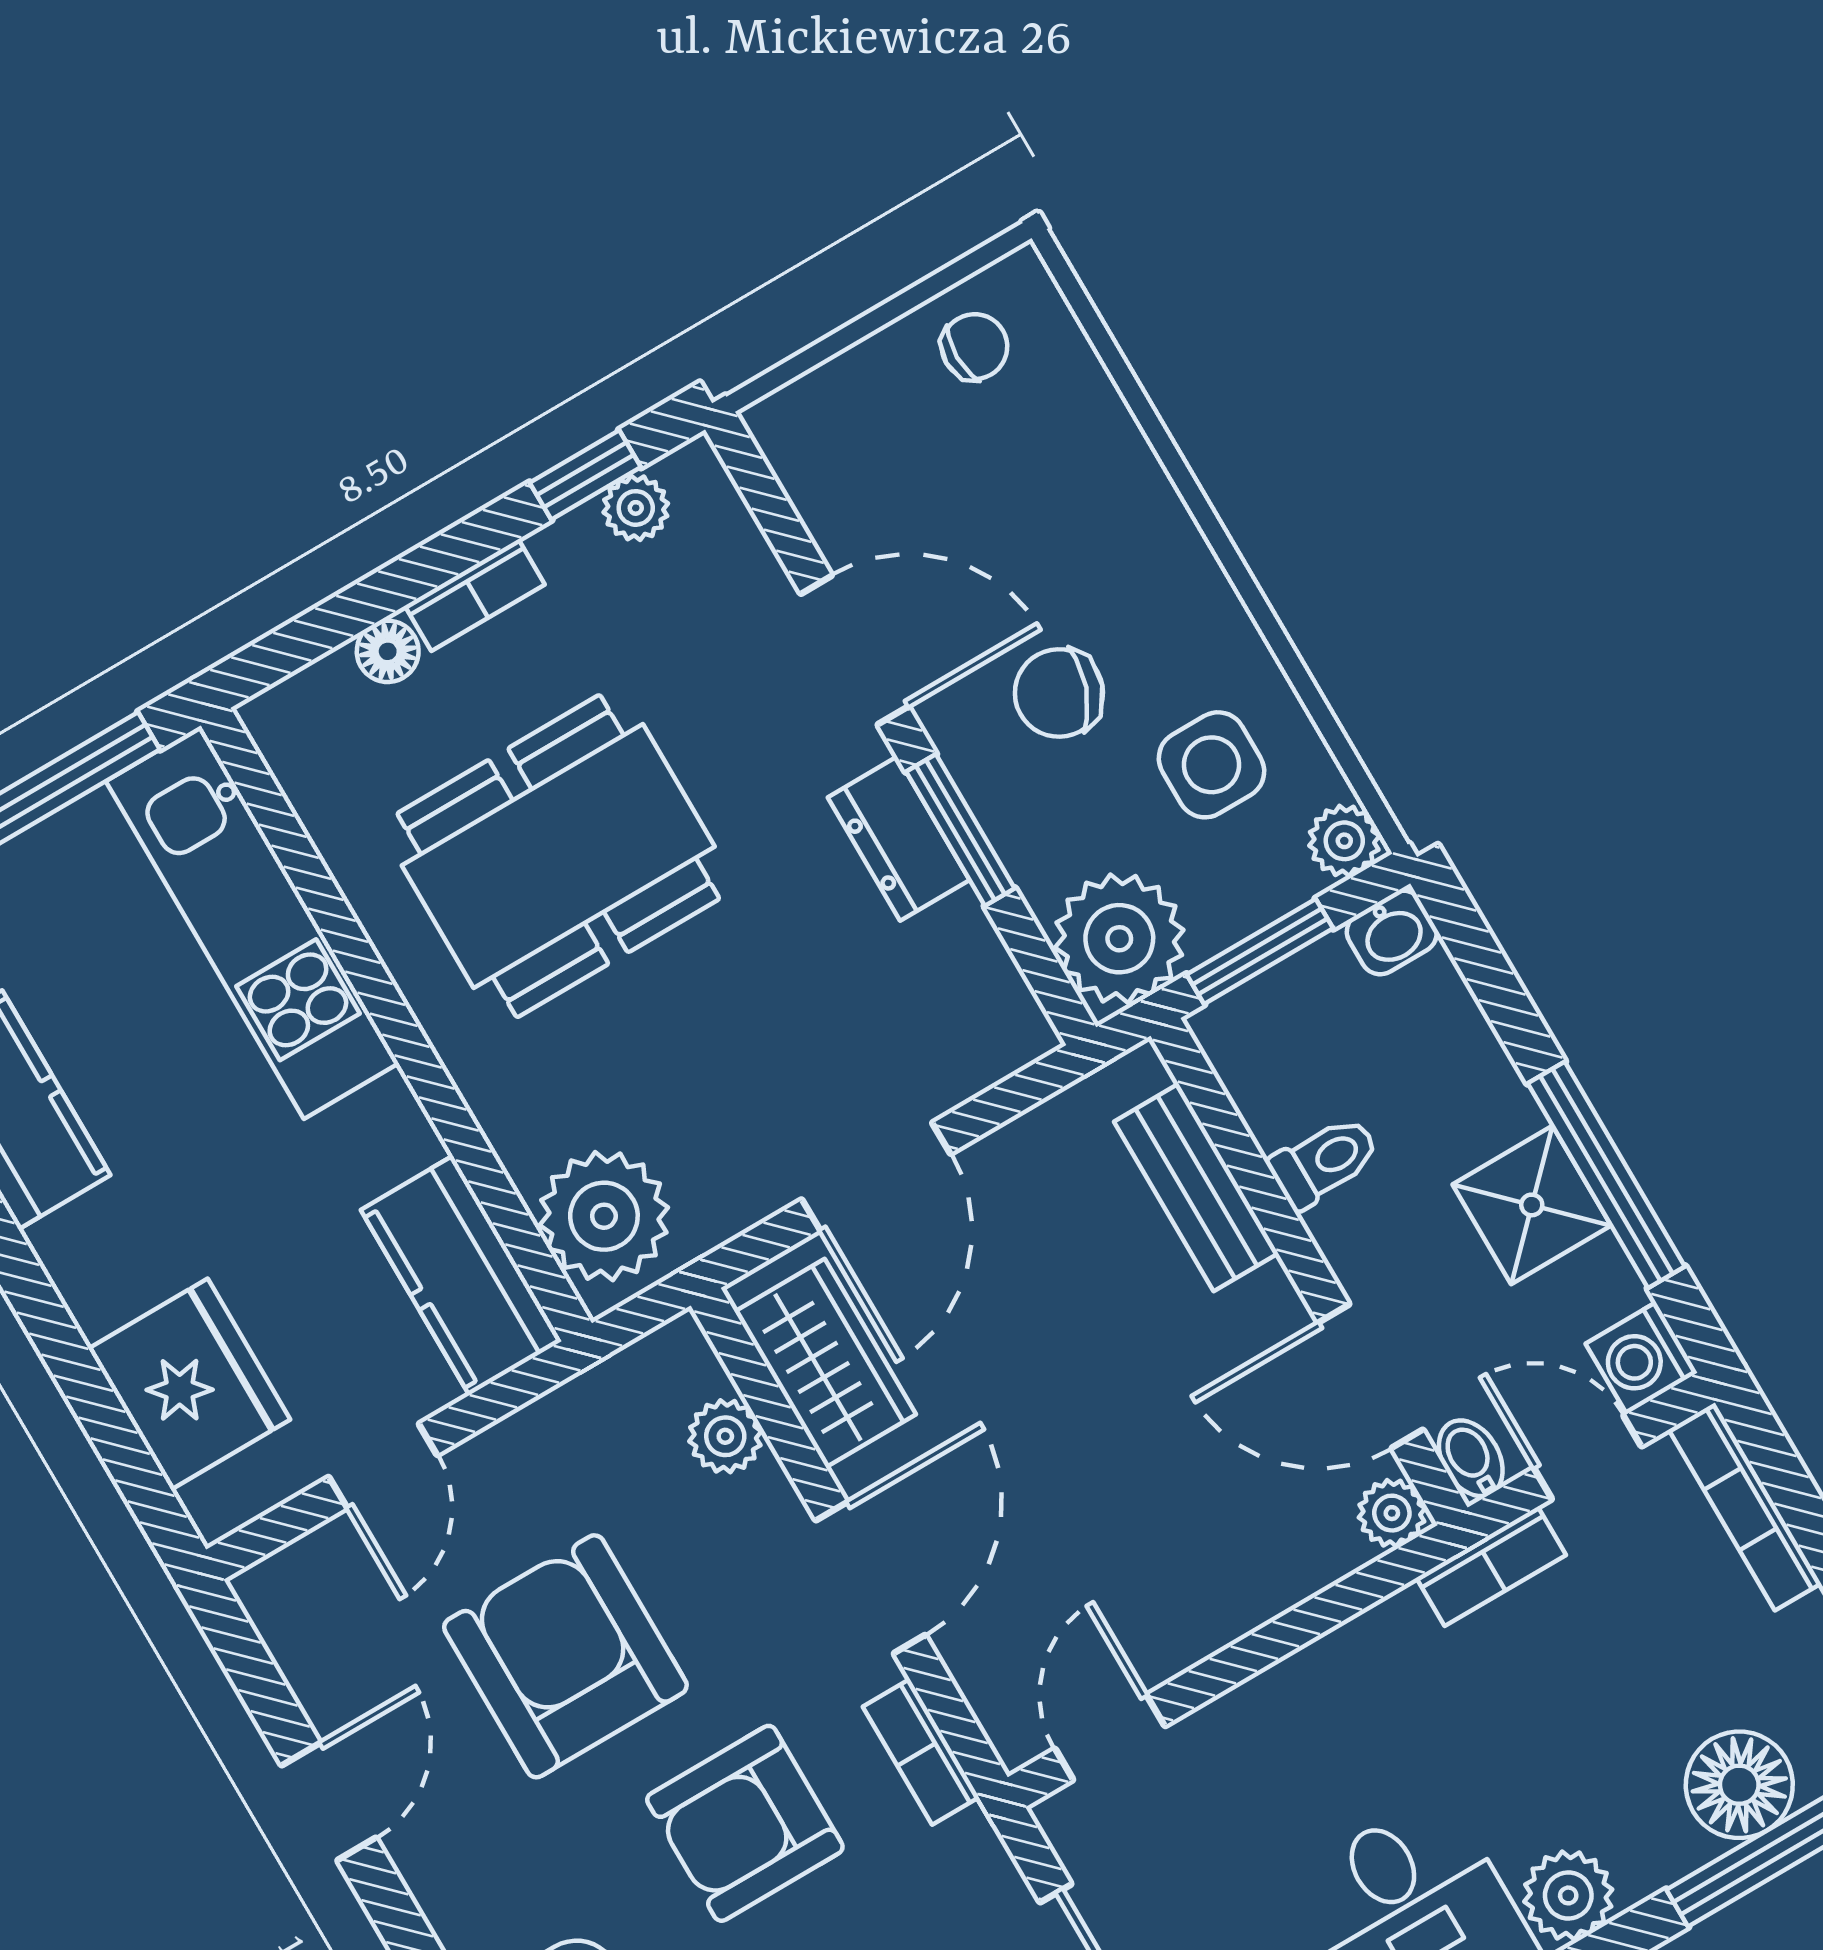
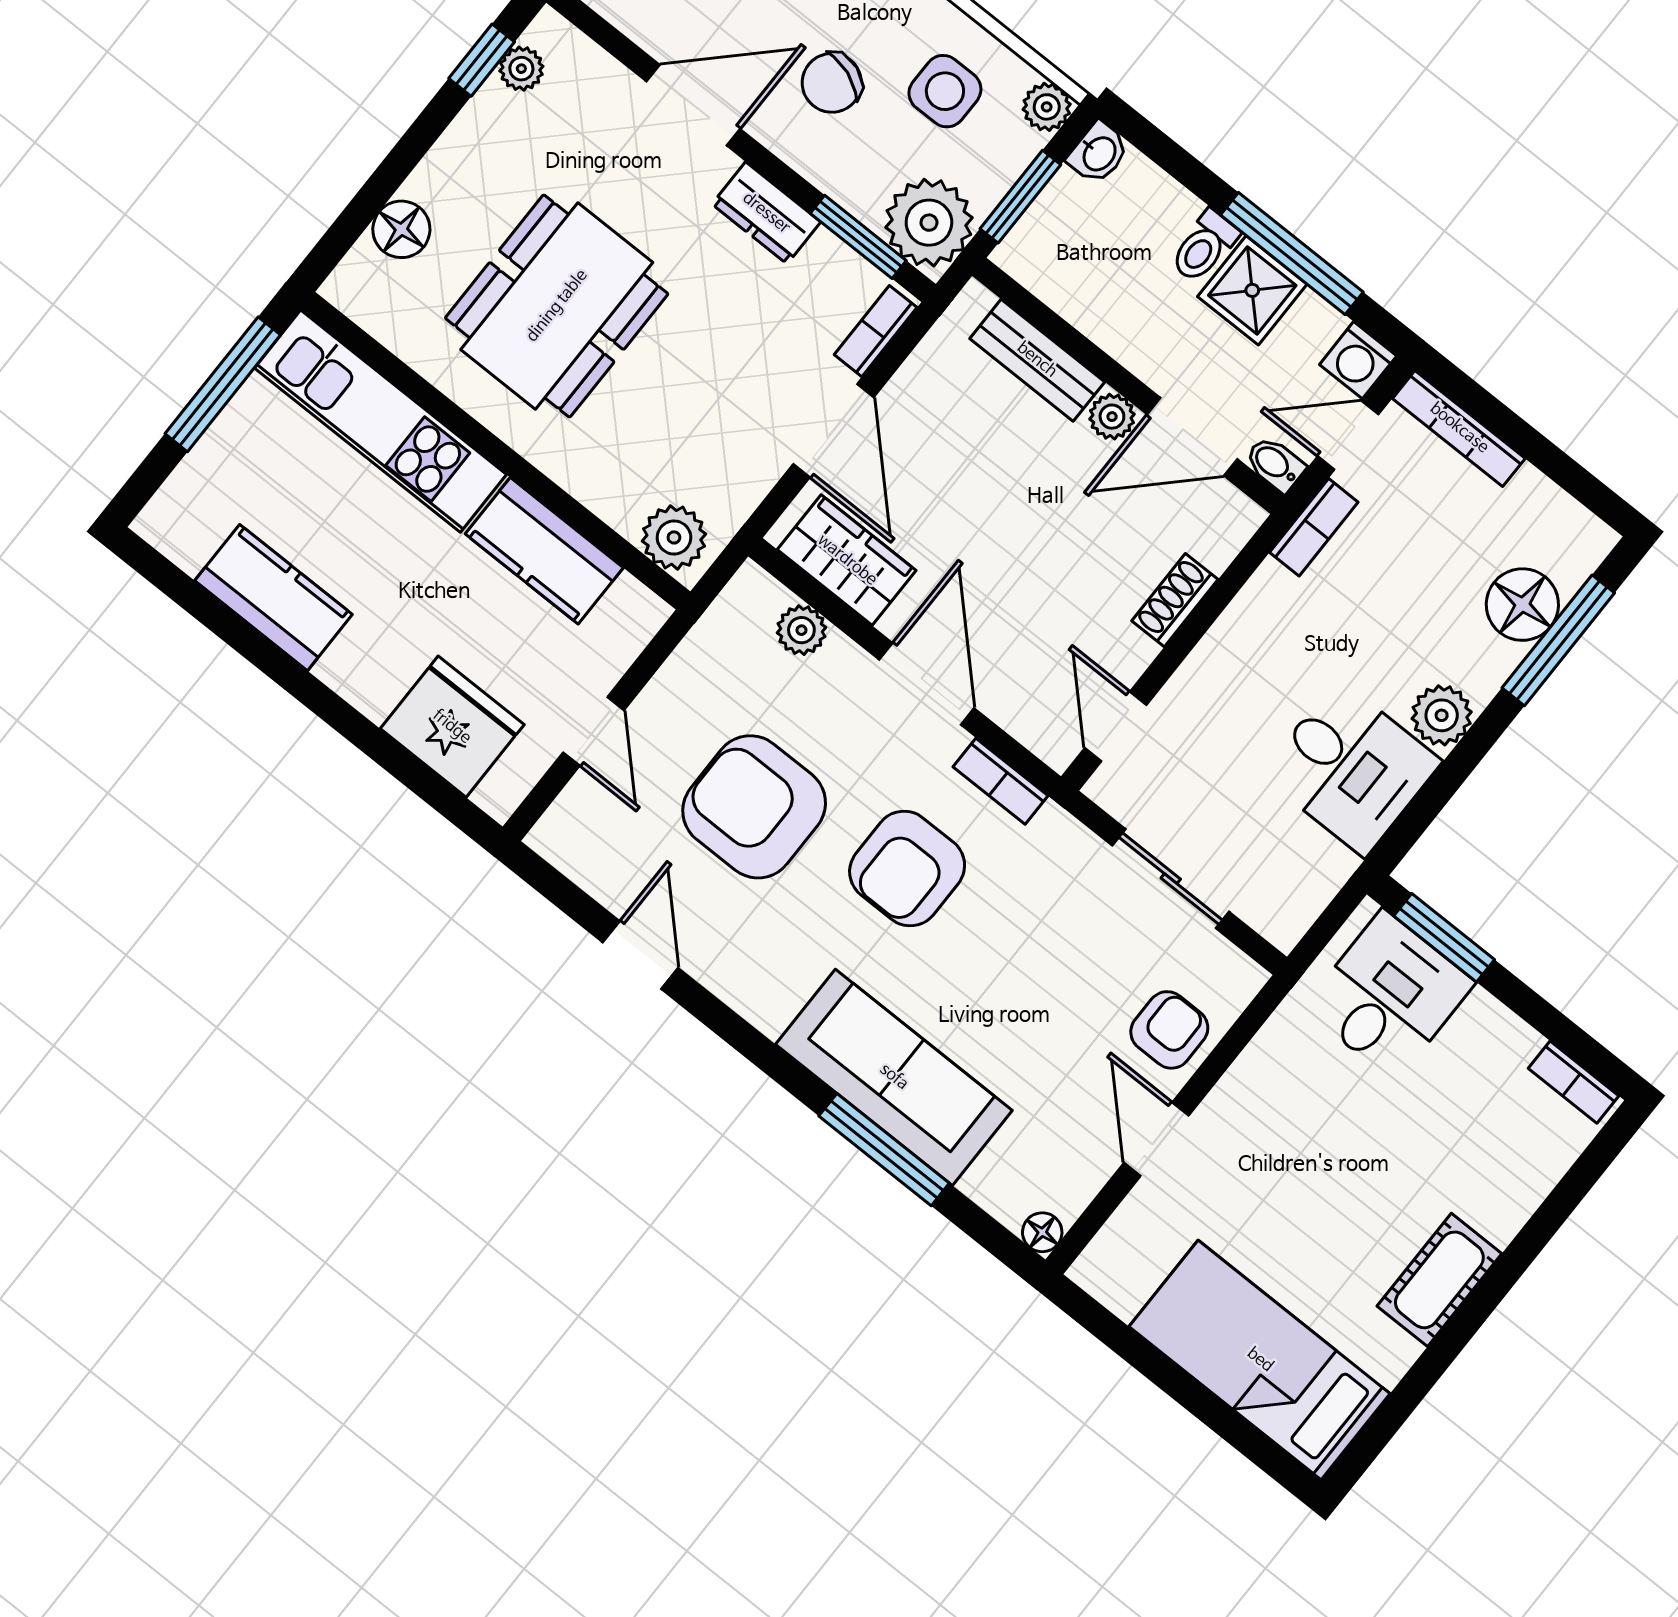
bookcase: (475, 595) -> (876, 331), moved, turned 180
floor lamp: (388, 651) -> (401, 229), width x1.37, depth x1.37
window: (960, 830) -> (858, 237), moved
toilet: (1324, 1162) -> (1204, 246), moved, turned 180
plant: (604, 1216) -> (674, 537), width x0.73, depth x0.73
kitchen counter: (461, 1275) -> (544, 551), moved
plant: (1392, 1513) -> (1112, 417), moved
shoe rack: (1259, 1594) -> (1175, 600), added

